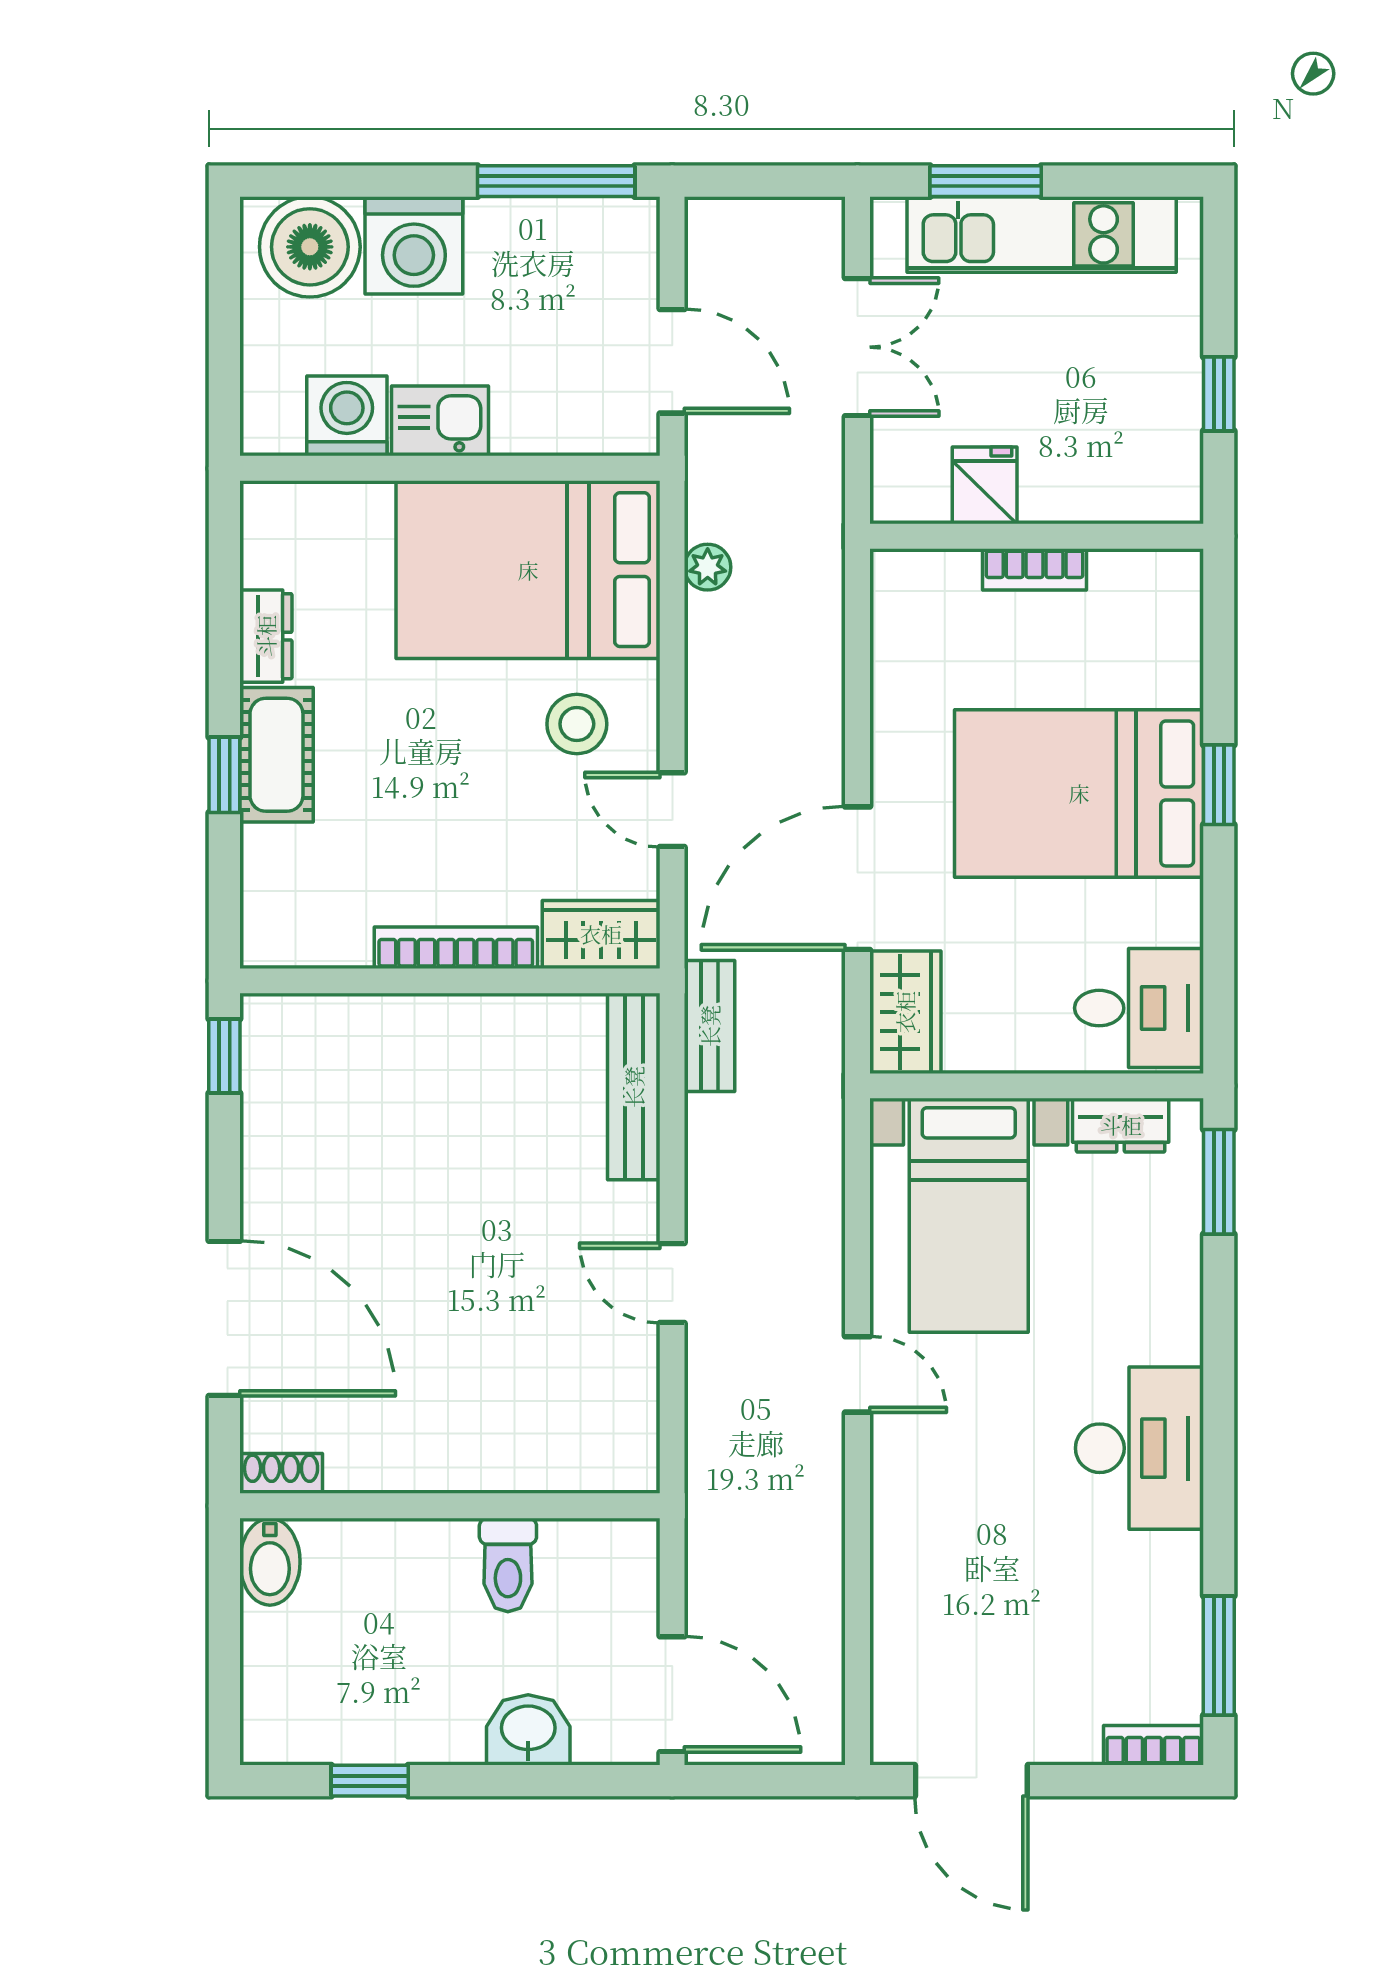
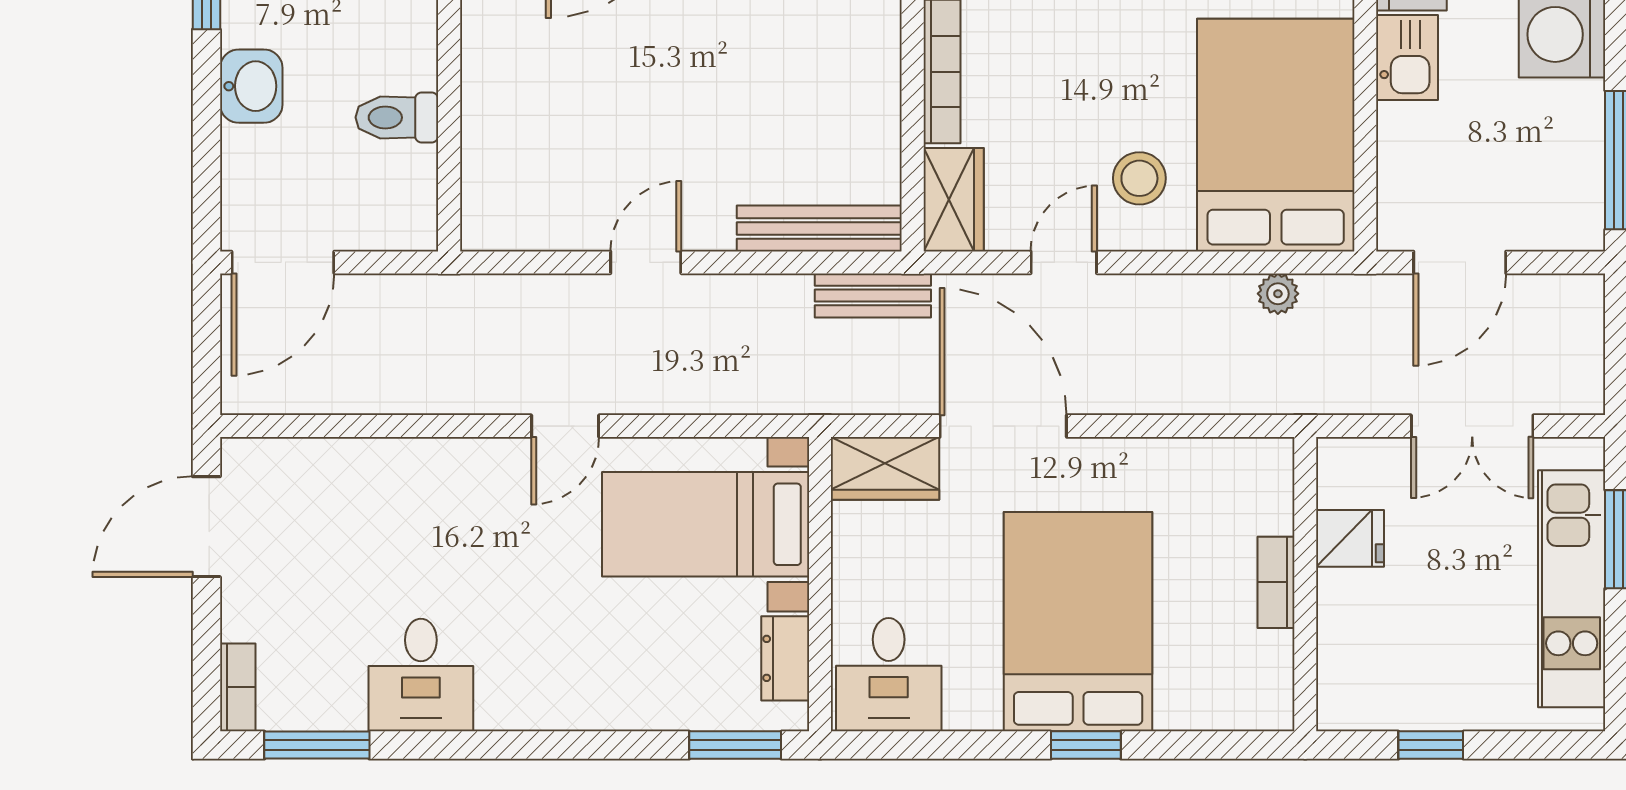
desk: (1139, 1448) -> (421, 675), moved, width x0.73
washbasin: (528, 1730) -> (251, 86), moved

